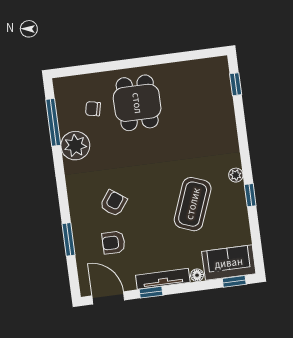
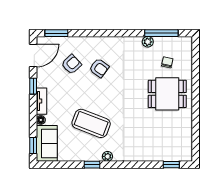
plant: (75, 146) -> (148, 42), width x0.53, depth x0.53
window: (69, 239) -> (56, 33), moved
armchair: (113, 243) -> (71, 64), turned 47
tv unit: (163, 279) -> (41, 101), width x0.71

